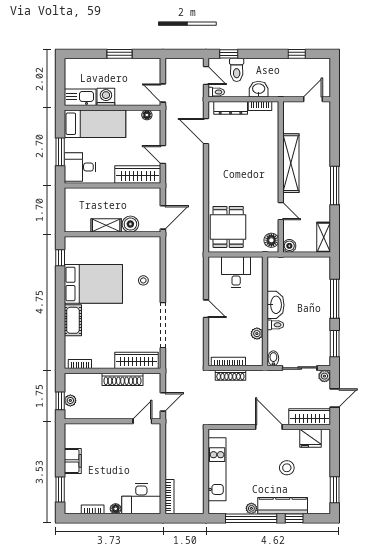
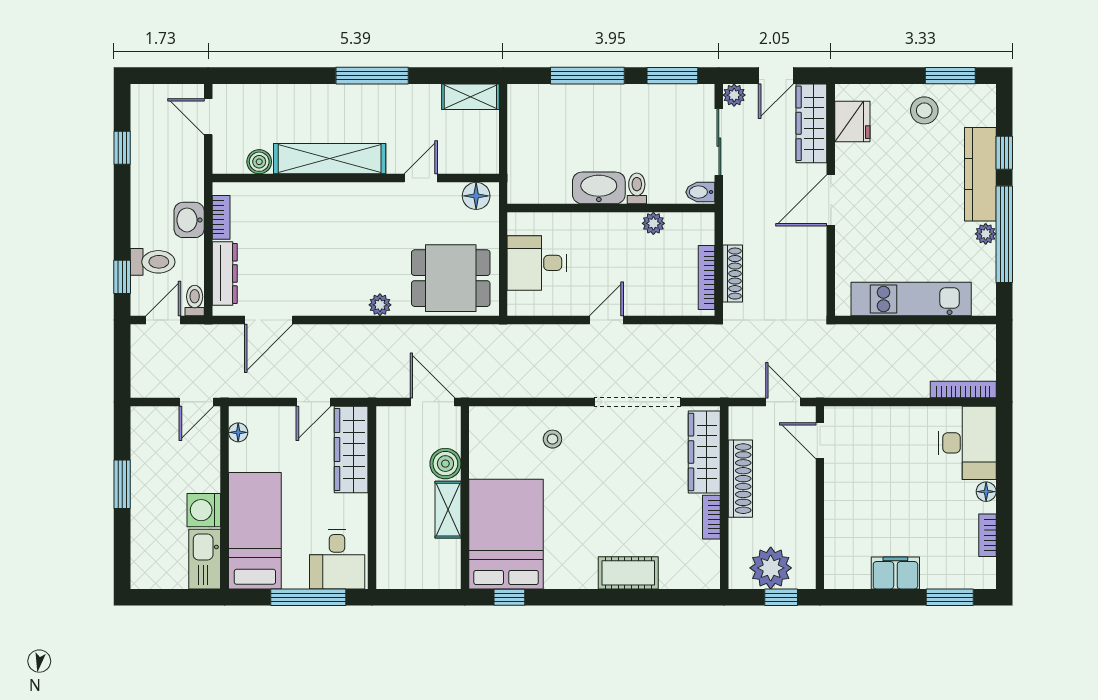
window: (60, 152) -> (308, 597), width x1.44
plant: (214, 190) -> (380, 305), added
boiler: (289, 246) -> (259, 162), moved
bed: (93, 284) -> (506, 534), moved
bookcase: (80, 364) -> (711, 517), moved
door: (335, 398) -> (776, 76), swing flipped
plant: (70, 400) -> (771, 568), width x1.88, depth x1.88
stool: (287, 468) -> (924, 110), moved

